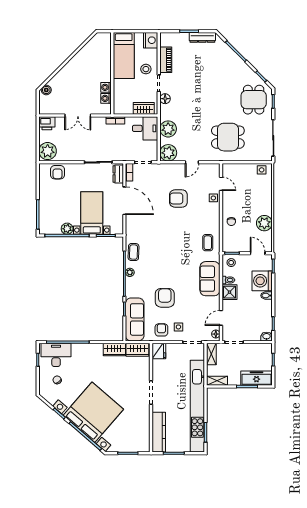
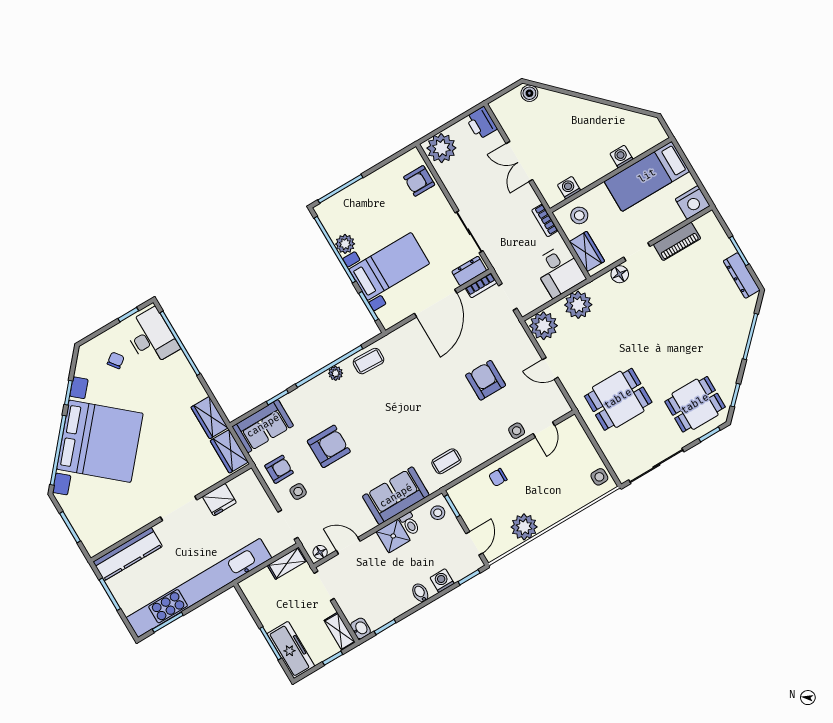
stool: (146, 69) -> (579, 215), moved
washing machine: (106, 87) -> (621, 157), moved
dining table: (228, 137) -> (618, 399), turned 90
washing machine: (262, 281) -> (442, 581), width x0.53, depth x0.53
sofa: (135, 319) -> (263, 426), width x0.73
fridge: (159, 351) -> (219, 500), moved
shelving: (217, 381) -> (340, 631), moved

